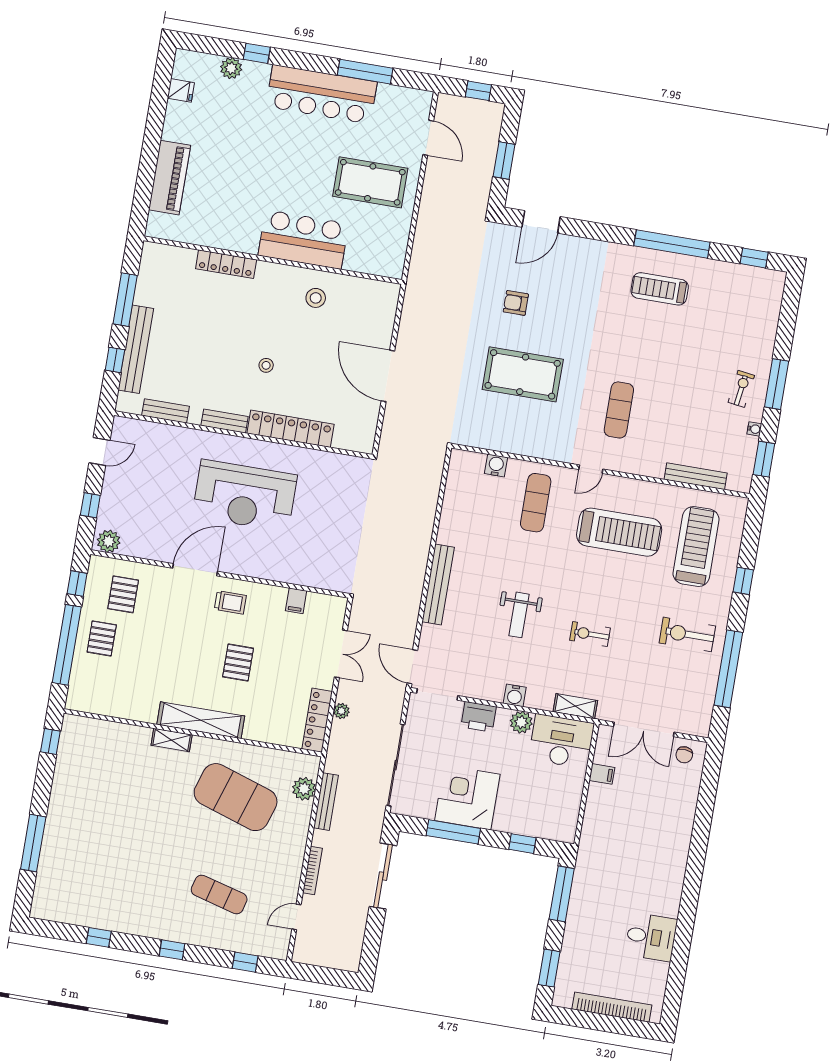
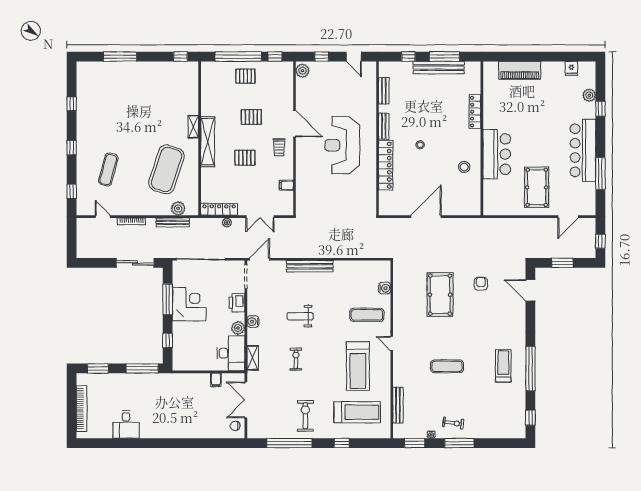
bench: (136, 349) -> (439, 68), moved
exercise mat: (619, 410) -> (447, 366), moved
pallet: (123, 594) -> (251, 117), moved

